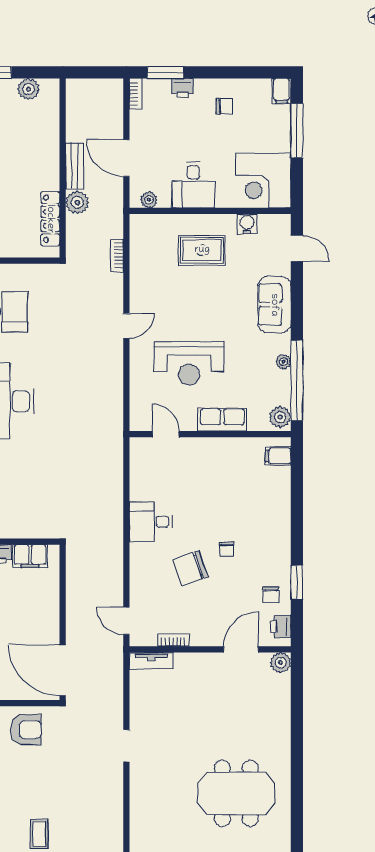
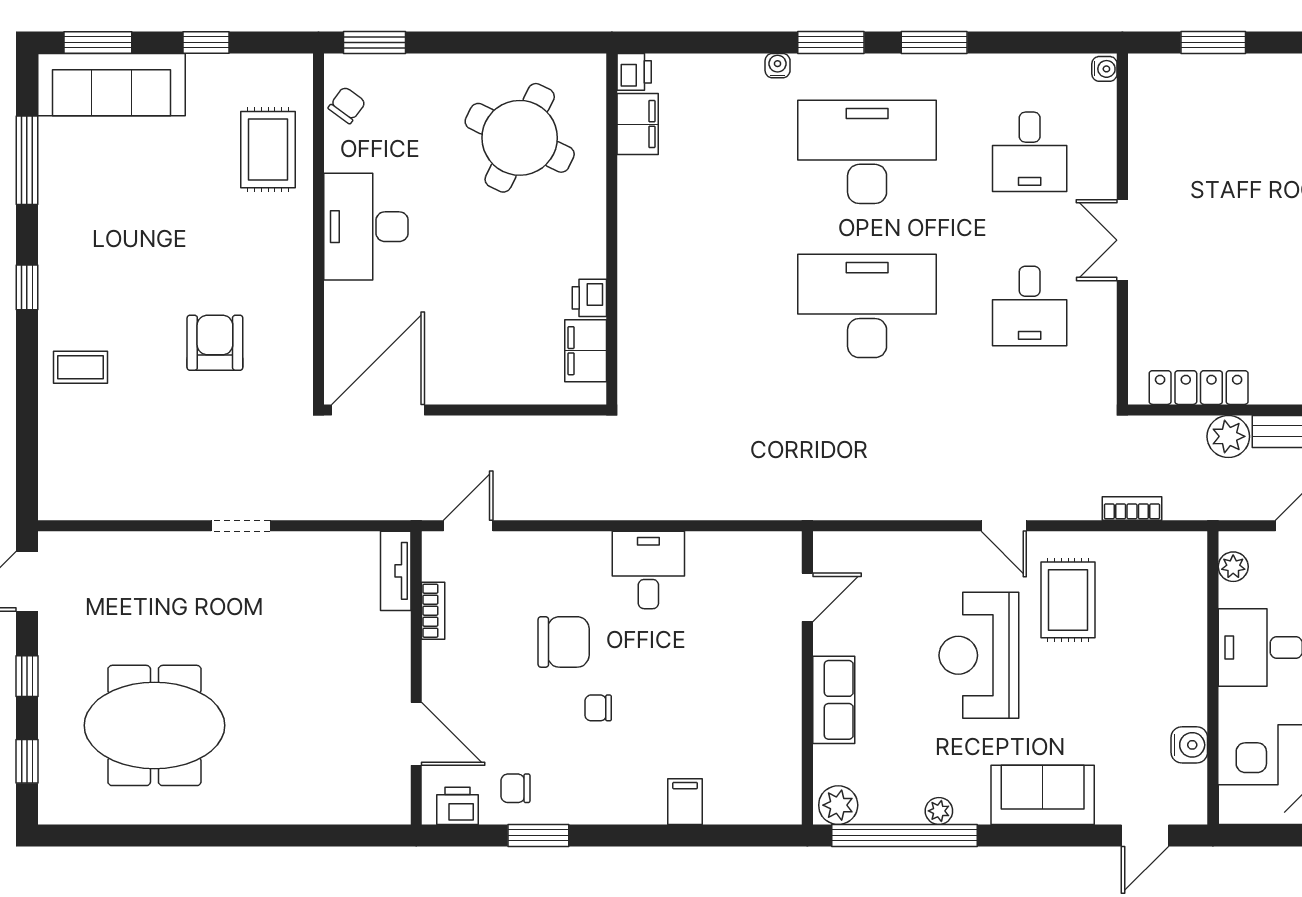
rug: (202, 250) -> (1068, 600), moved
reception desk: (189, 363) -> (979, 655), moved
filing cabinet: (278, 456) -> (685, 802), moved
chair: (190, 568) -> (564, 642), turned 110
plant: (281, 663) -> (392, 806), removed
armchair: (26, 730) -> (215, 343), moved, turned 180
meeting table: (236, 793) -> (154, 725), turned 90

